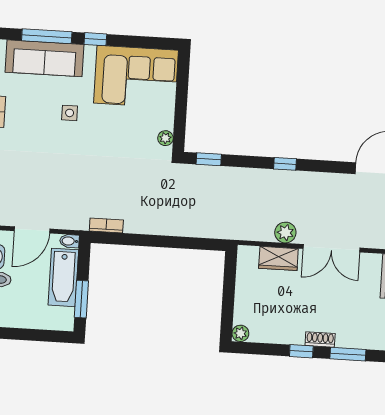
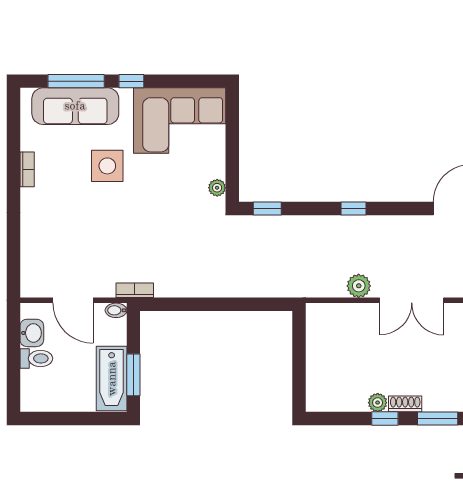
side table: (70, 113) -> (107, 166), width x1.87, depth x1.87
bookcase: (106, 225) -> (135, 290), moved
door: (32, 230) -> (73, 300), hinge flipped
wardrobe: (278, 258) -> (353, 315), removed
bathtub: (63, 277) -> (112, 379), moved
plant: (240, 333) -> (378, 403), moved

